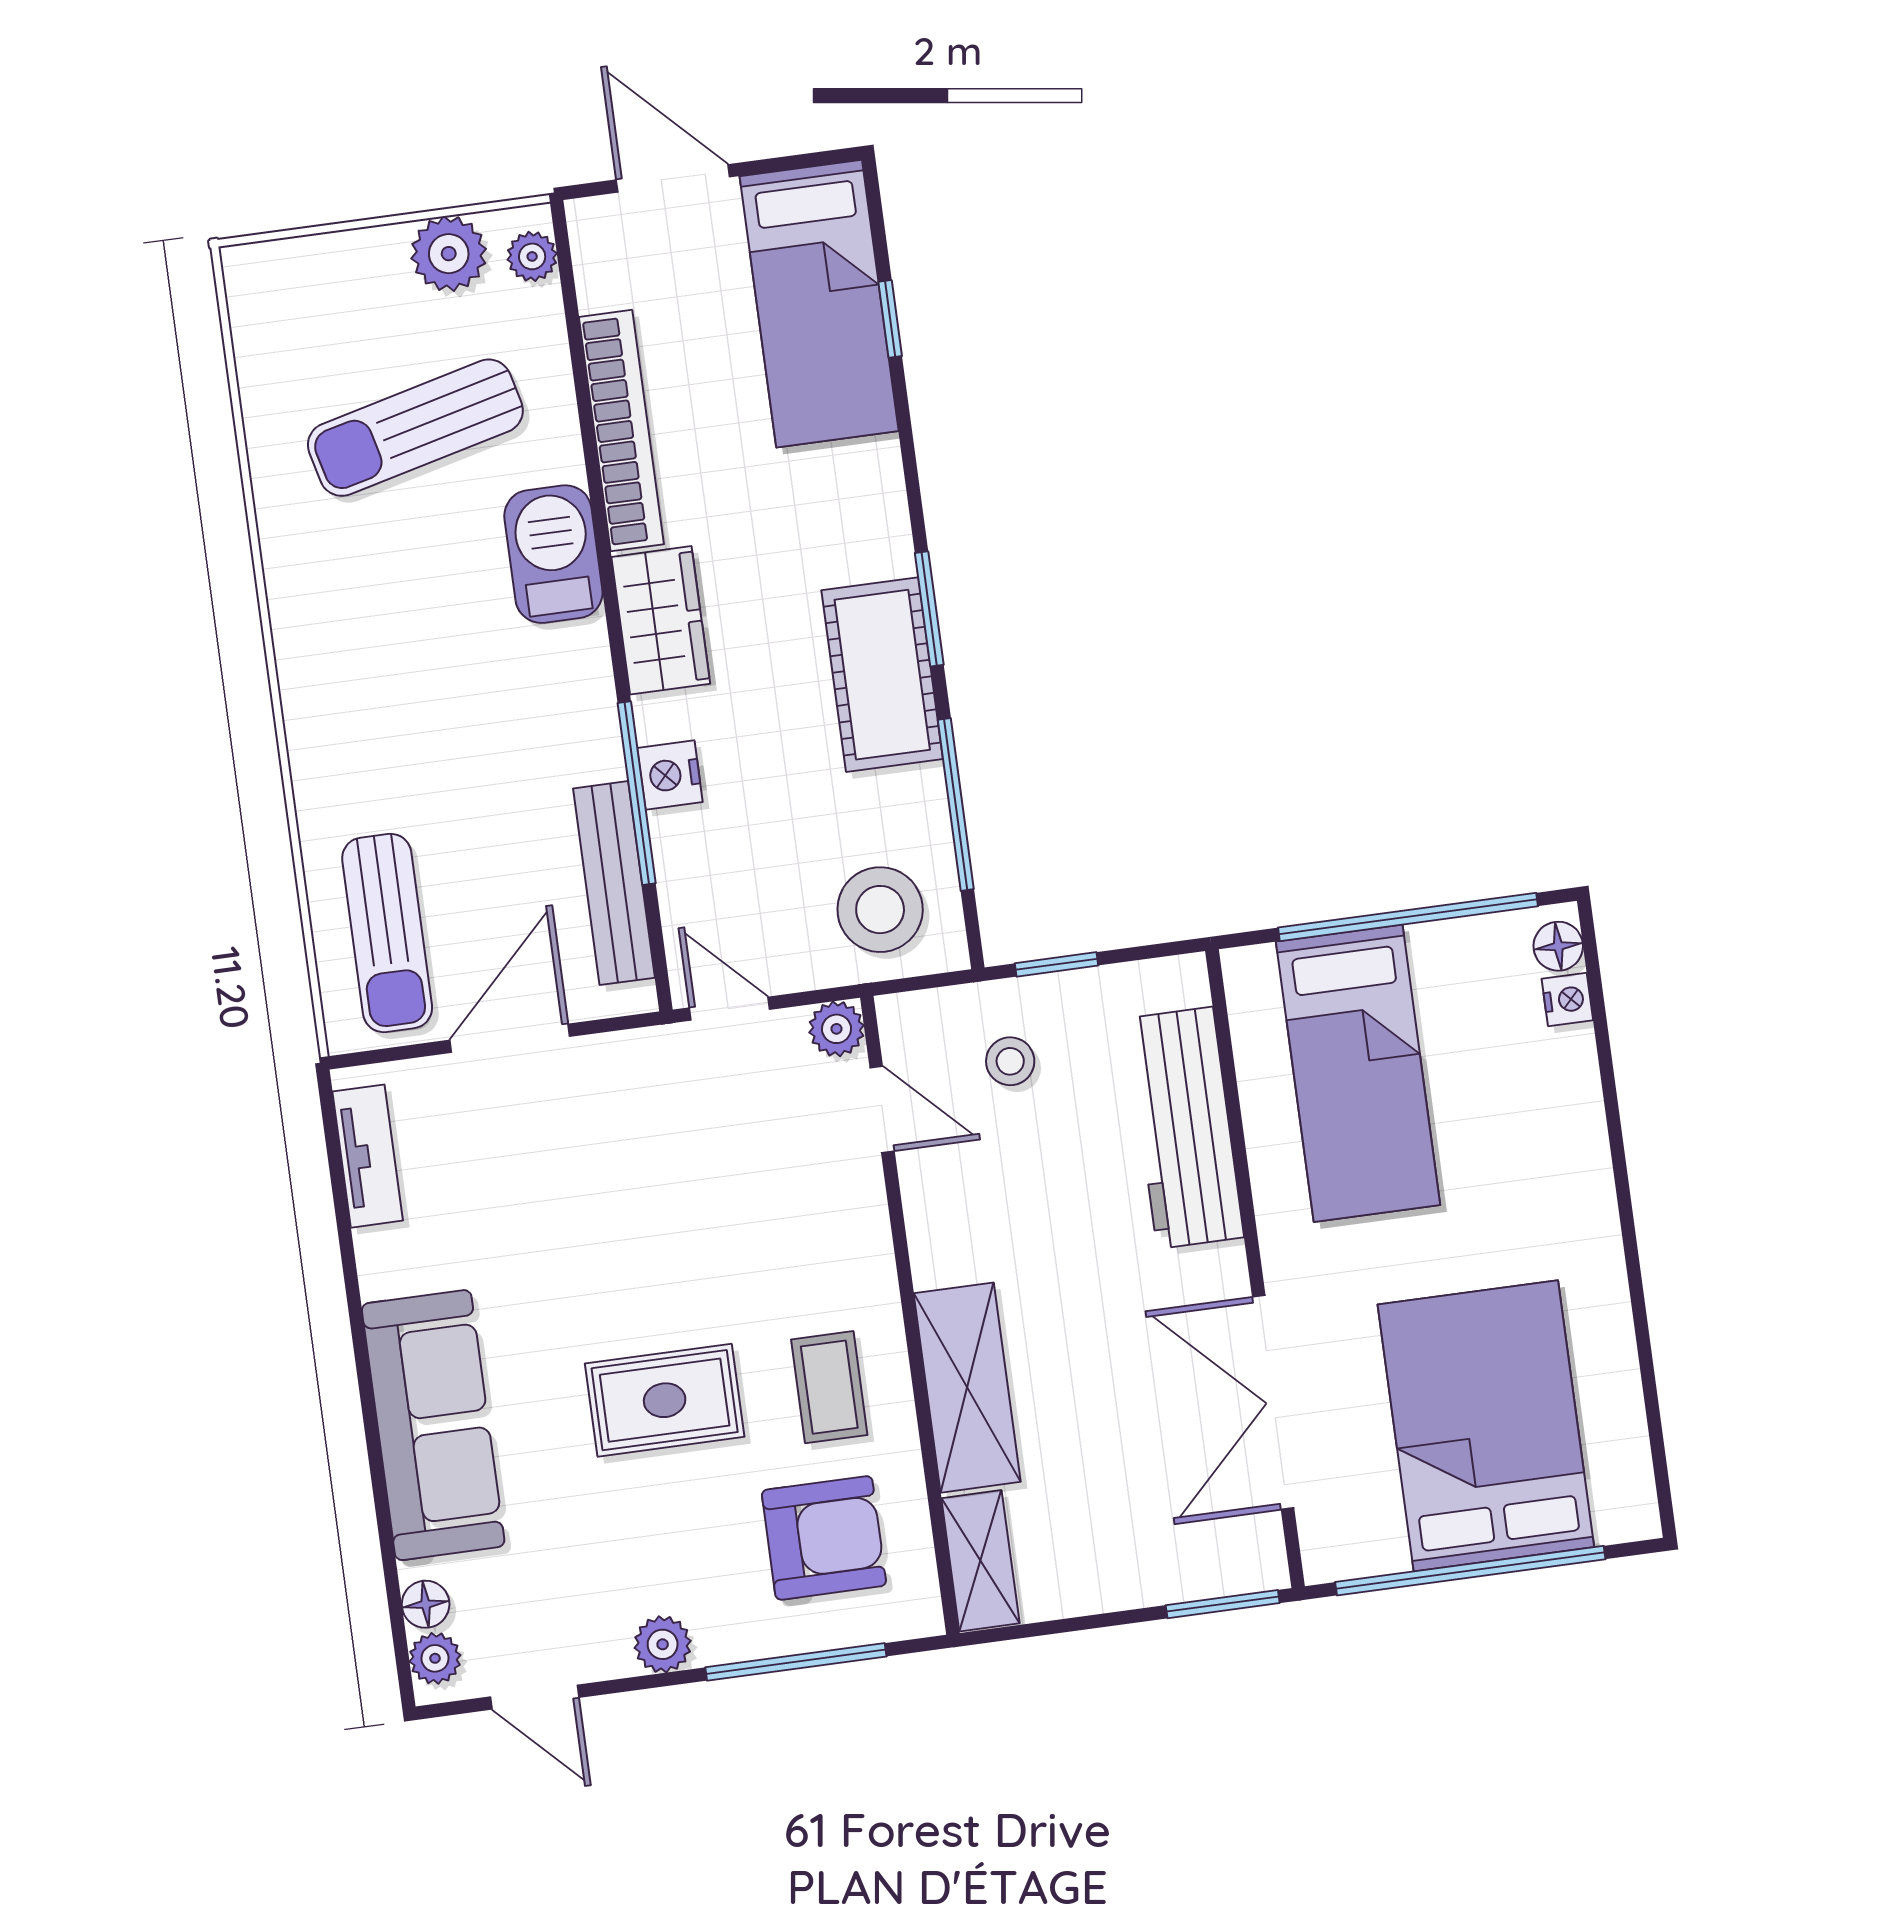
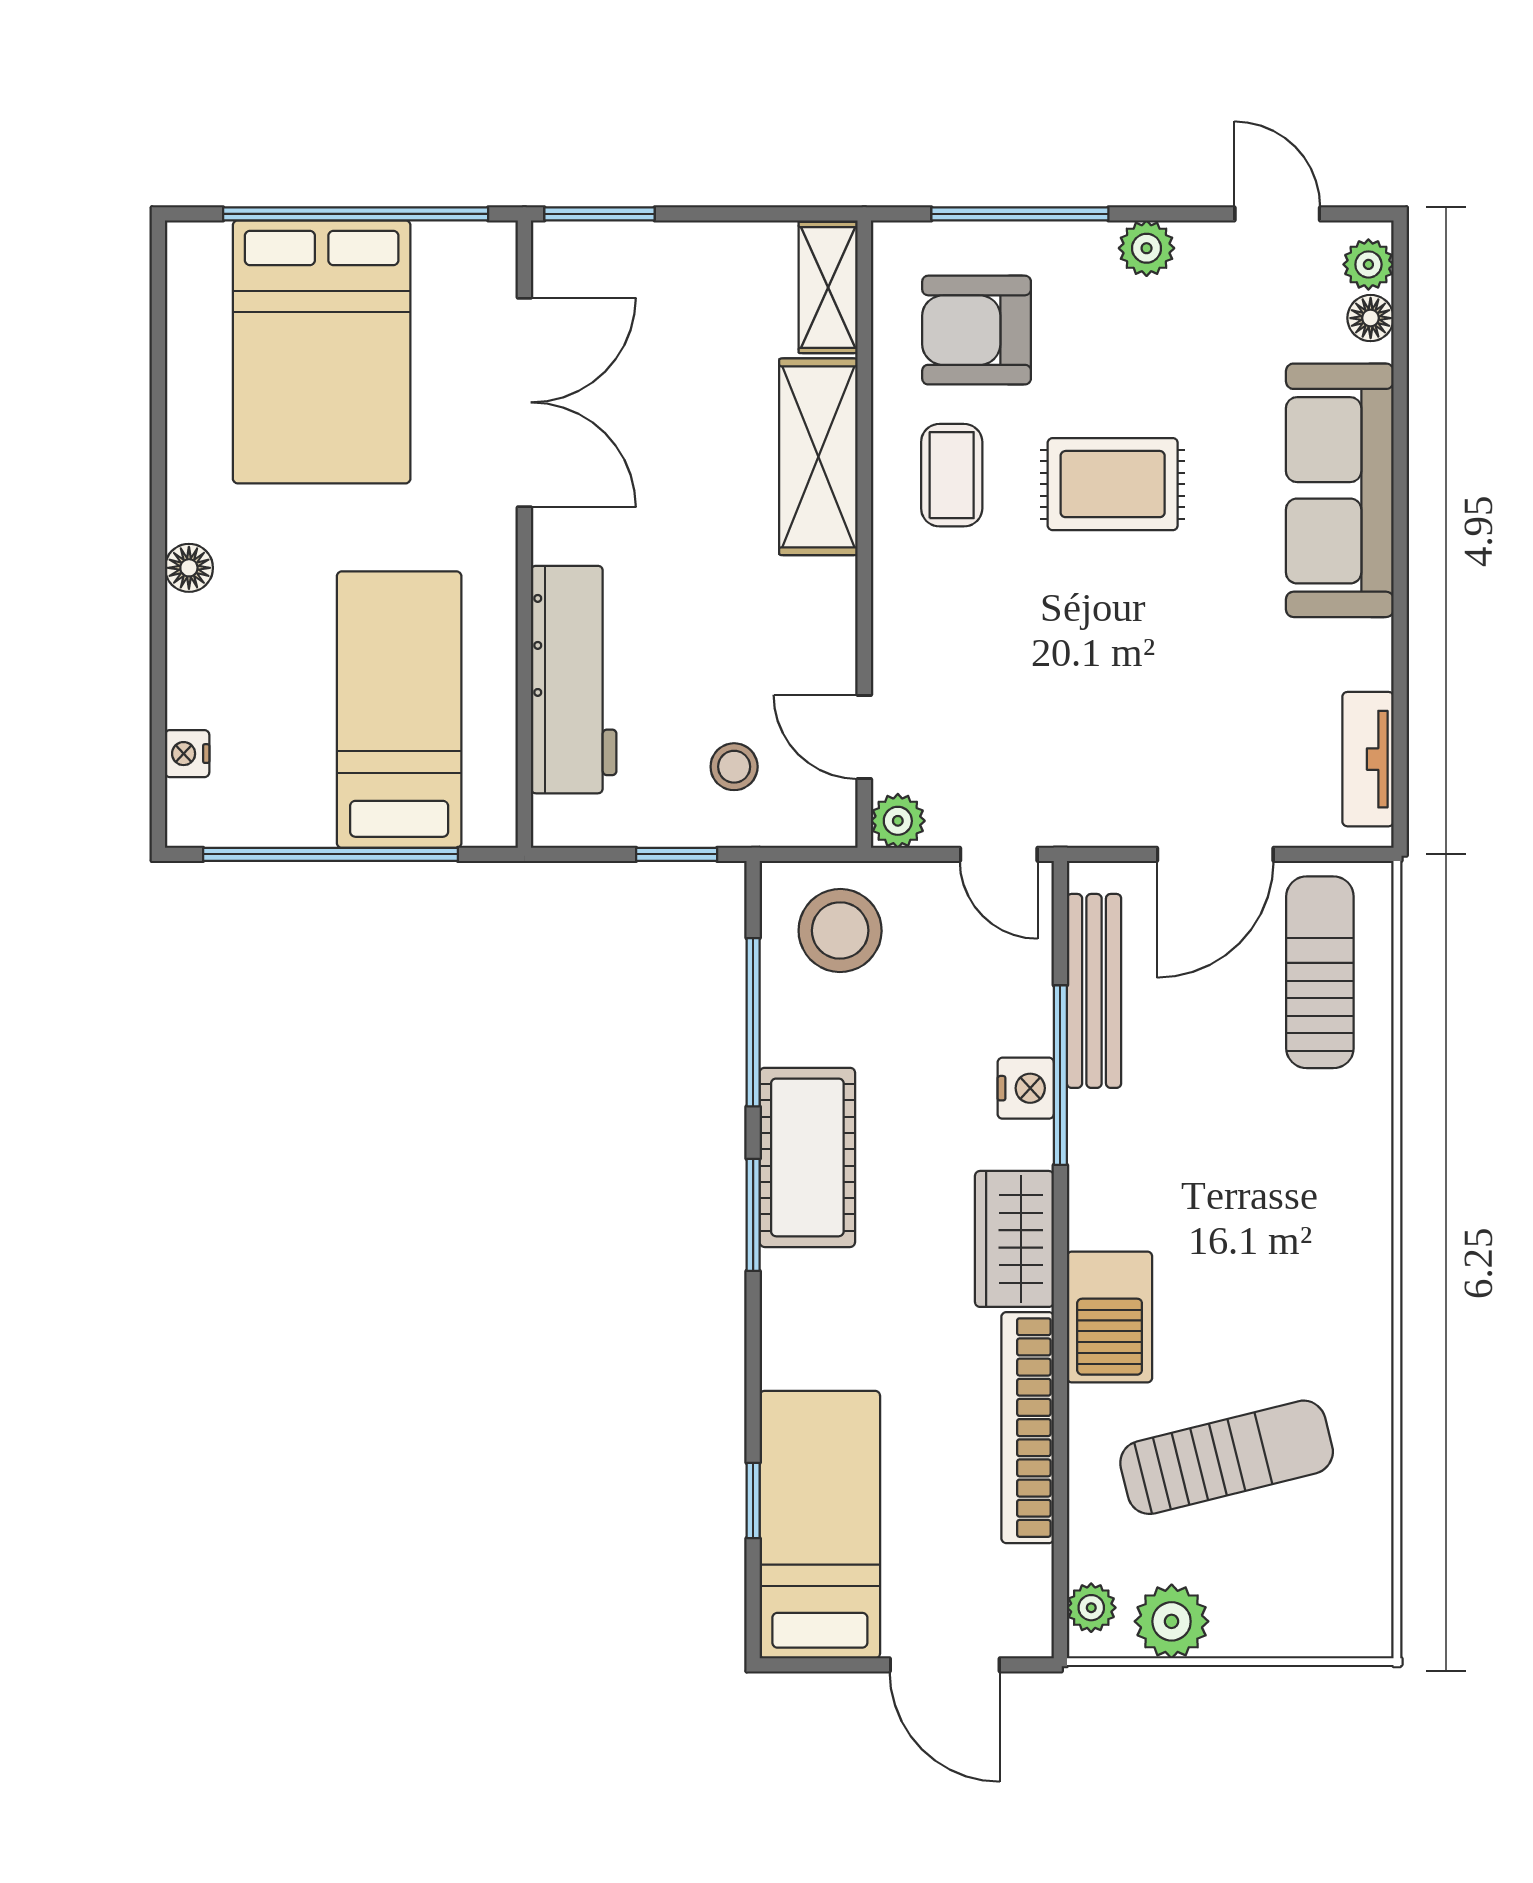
floor lamp: (1558, 946) -> (189, 568), moved

